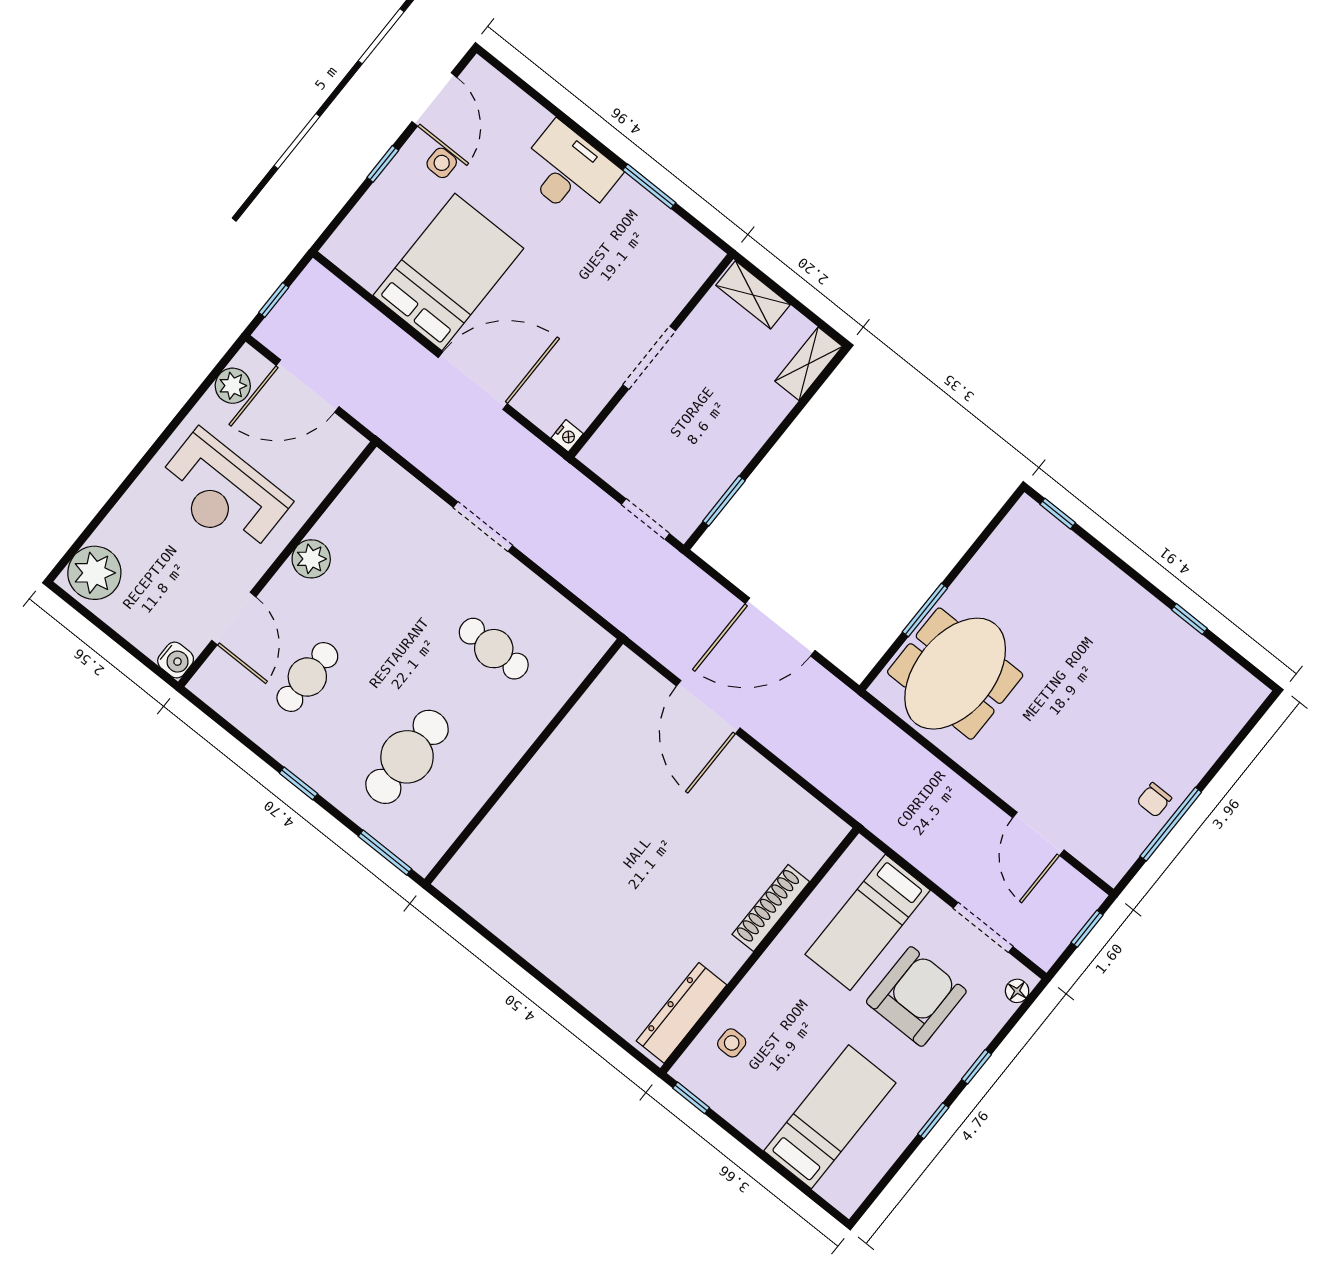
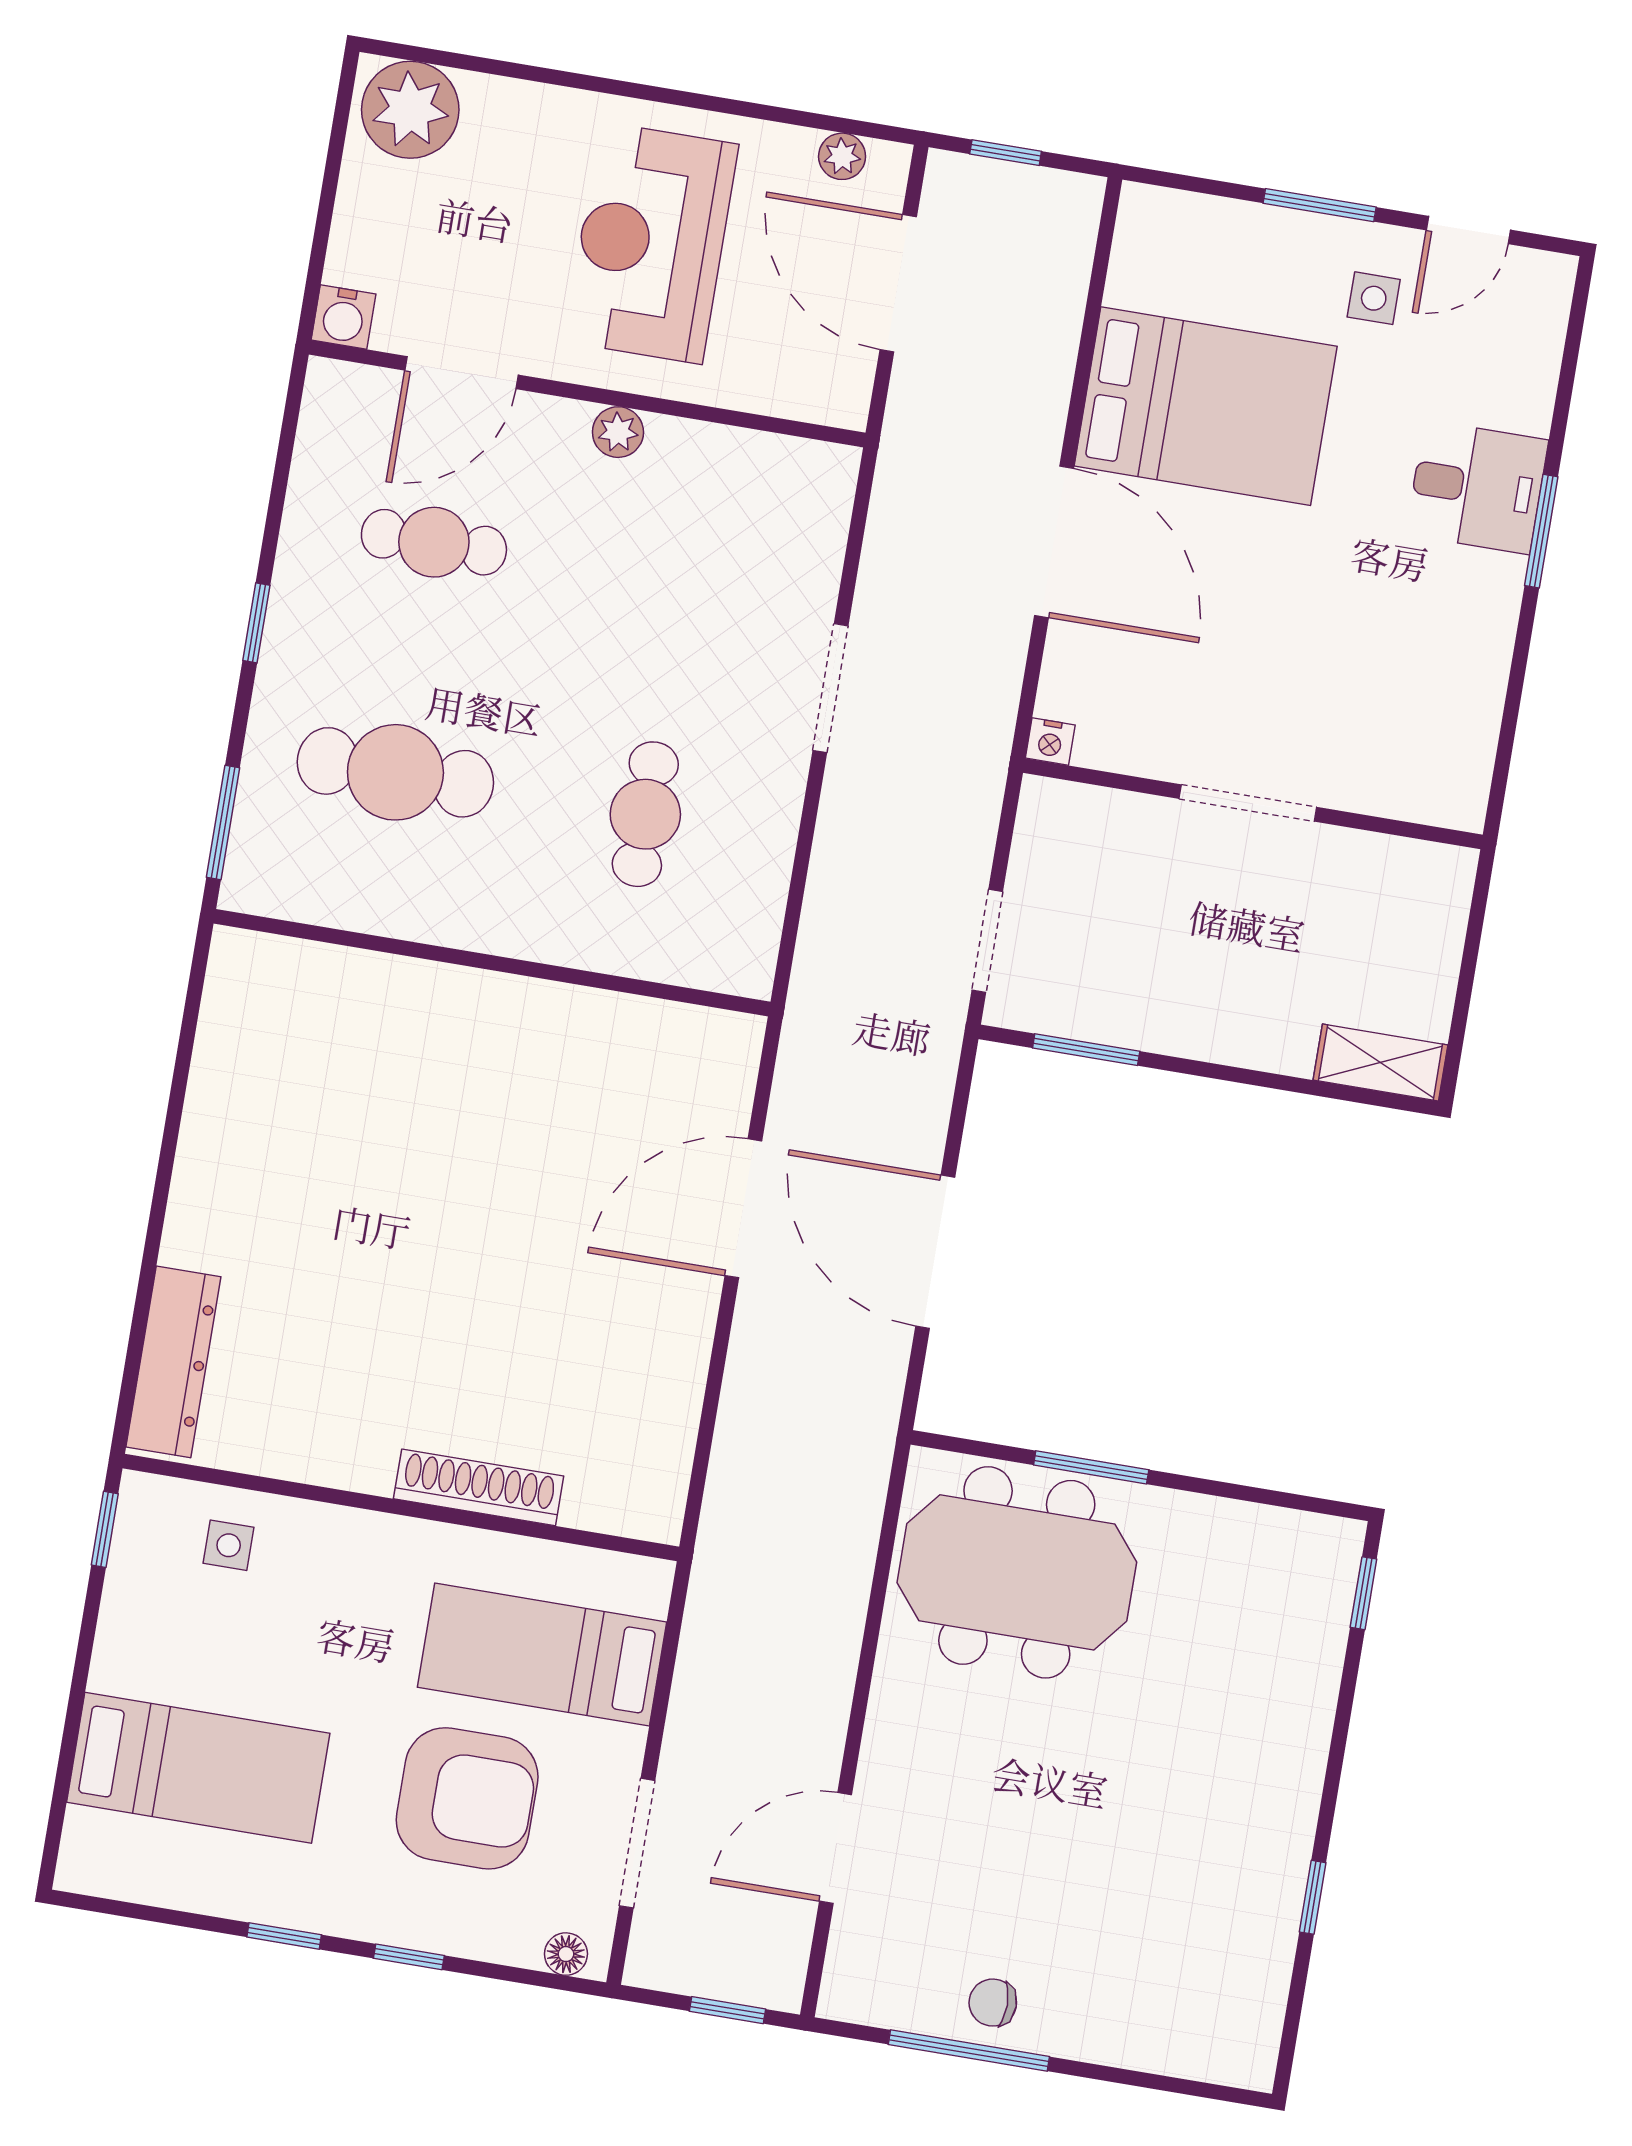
door: (434, 99) -> (1468, 230), width x0.73
window: (383, 164) -> (1320, 205), width x1.50
desk: (569, 171) -> (1477, 487), width x0.73
window: (649, 186) -> (1541, 531), moved
shelving: (753, 295) -> (1441, 912), removed
plant: (233, 386) -> (842, 156), width x0.73, depth x0.73
plant: (311, 559) -> (618, 432), width x0.73, depth x0.73
dresser: (681, 1013) -> (173, 1362), moved, turned 90

